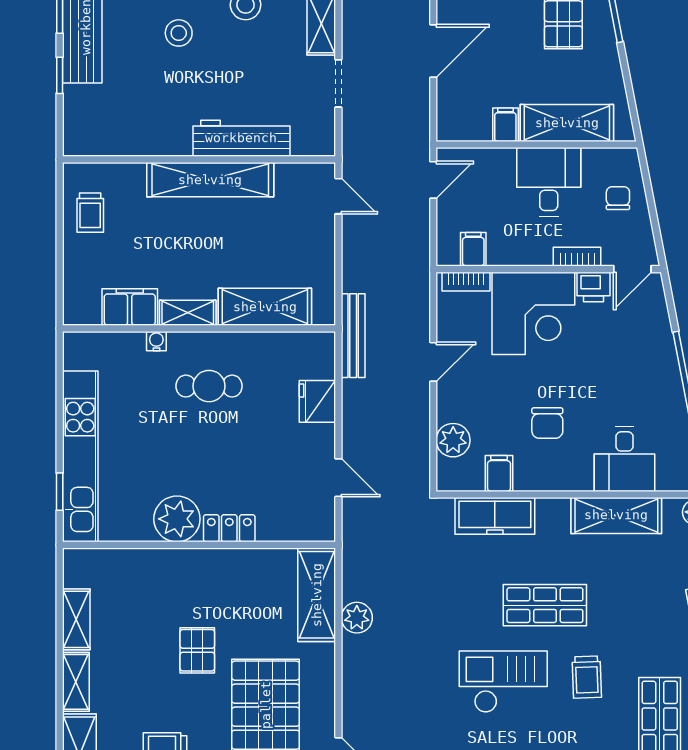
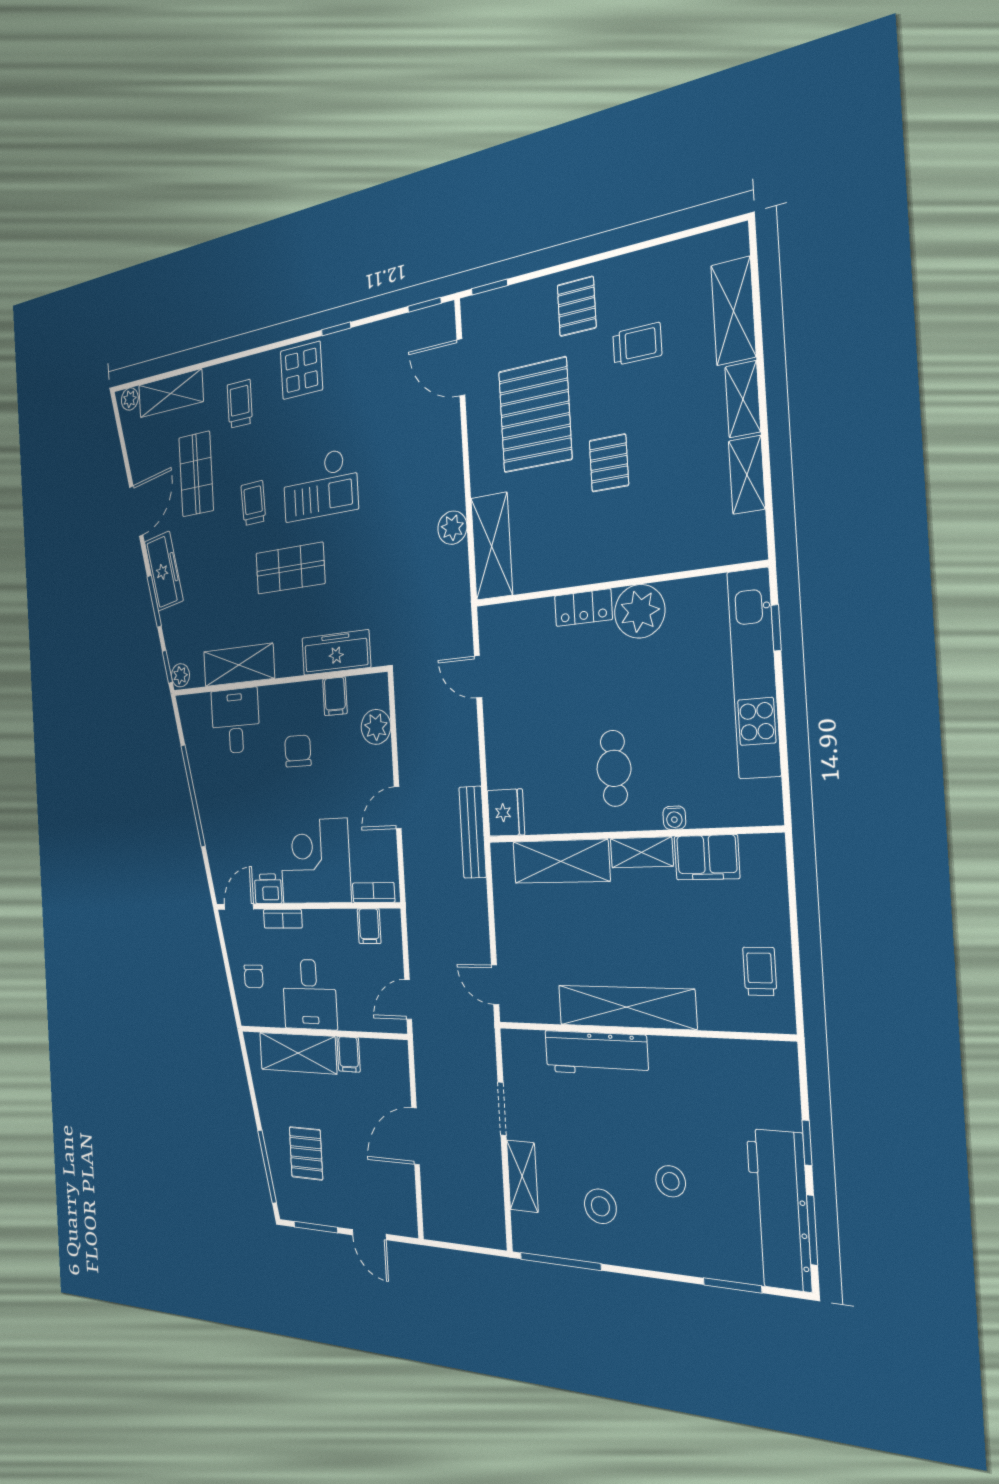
cafe table: (209, 386) -> (614, 768), turned 90
fridge: (317, 401) -> (506, 813), moved

